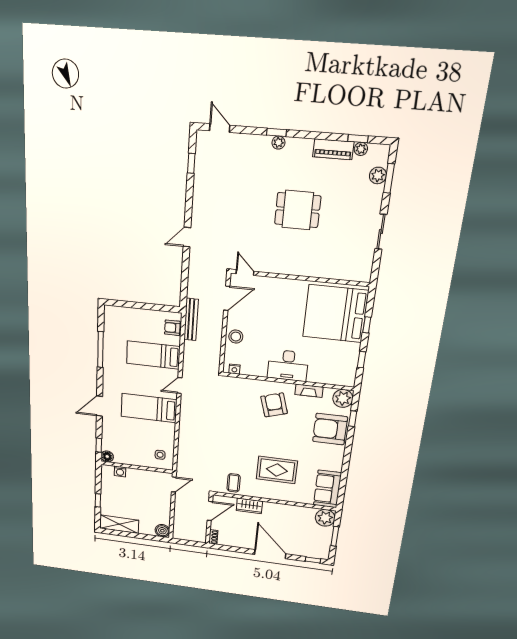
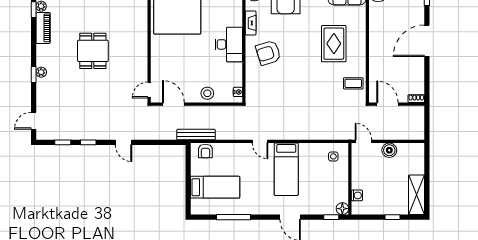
window: (189, 195) -> (88, 142), added
bed: (153, 355) -> (215, 187), moved, turned -90
wardrobe: (249, 506) -> (376, 66), removed
boiler: (162, 531) -> (389, 150), moved

